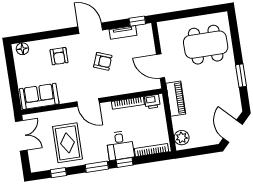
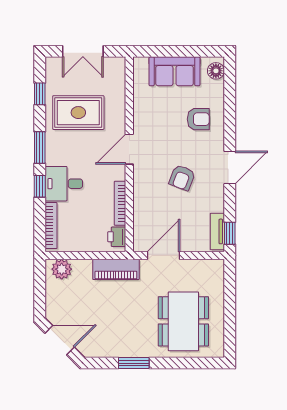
tv unit: (123, 32) -> (217, 231), moved
armchair: (59, 56) -> (198, 119), turned 180
sofa: (39, 96) -> (174, 71), moved, turned 90
double door: (21, 136) -> (83, 51), moved

